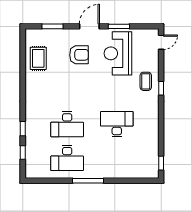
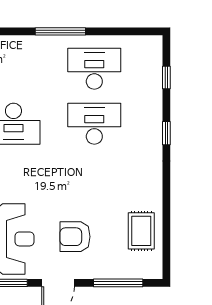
window: (53, 26) -> (118, 283), width x1.44
window: (23, 129) -> (166, 133), moved

